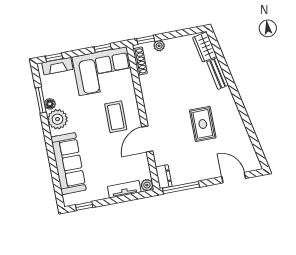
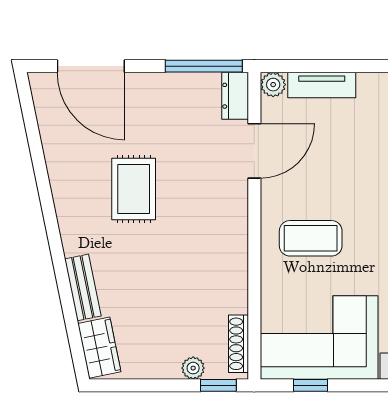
coffee table: (116, 117) -> (311, 238), turned 90
door: (147, 139) -> (254, 151), moved
door: (234, 178) -> (91, 66), width x1.36

